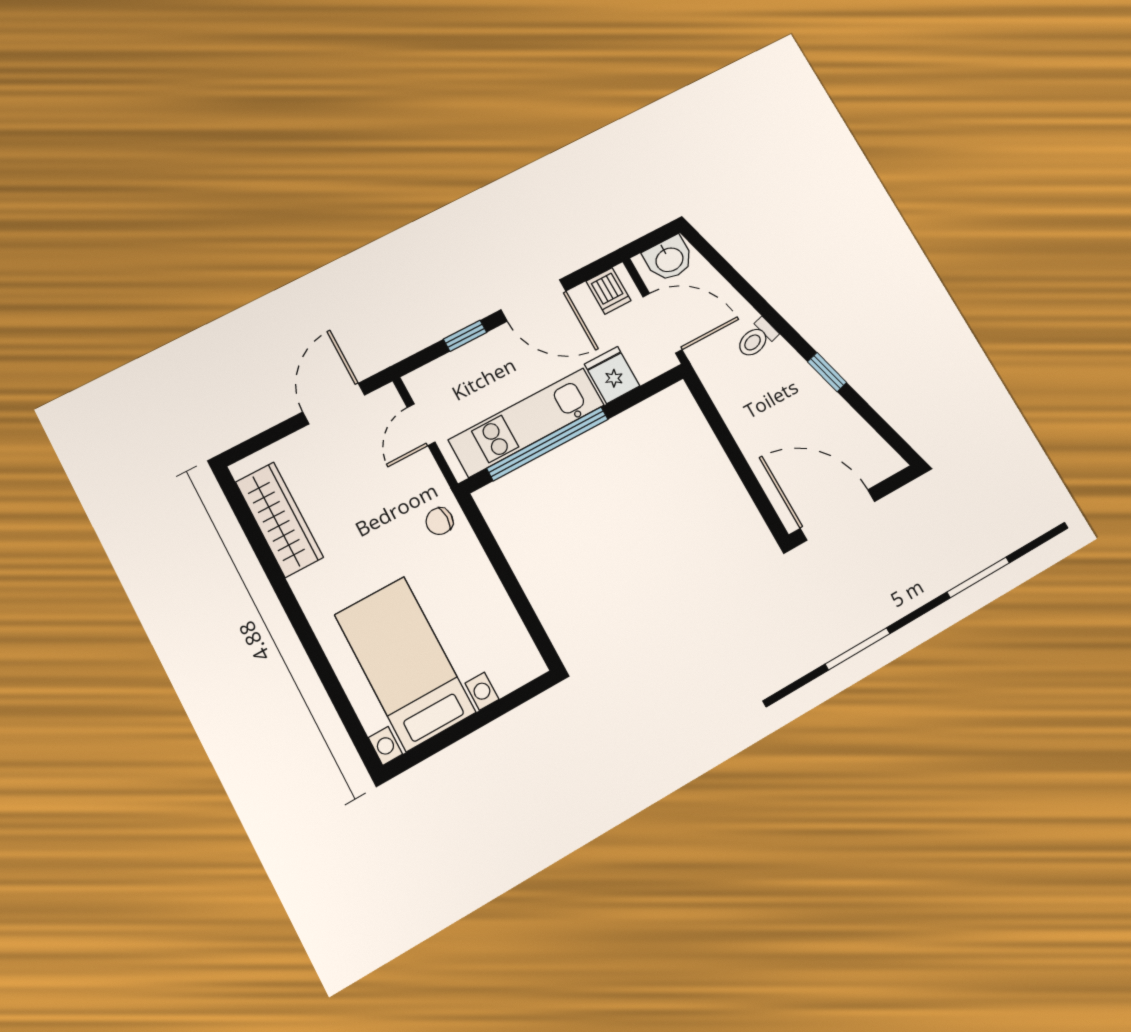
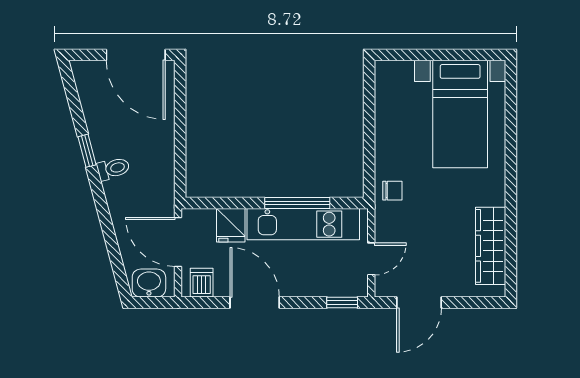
window: (465, 336) -> (342, 302), moved
toilet: (757, 339) -> (113, 169), moved
window: (548, 444) -> (297, 203), width x0.68

